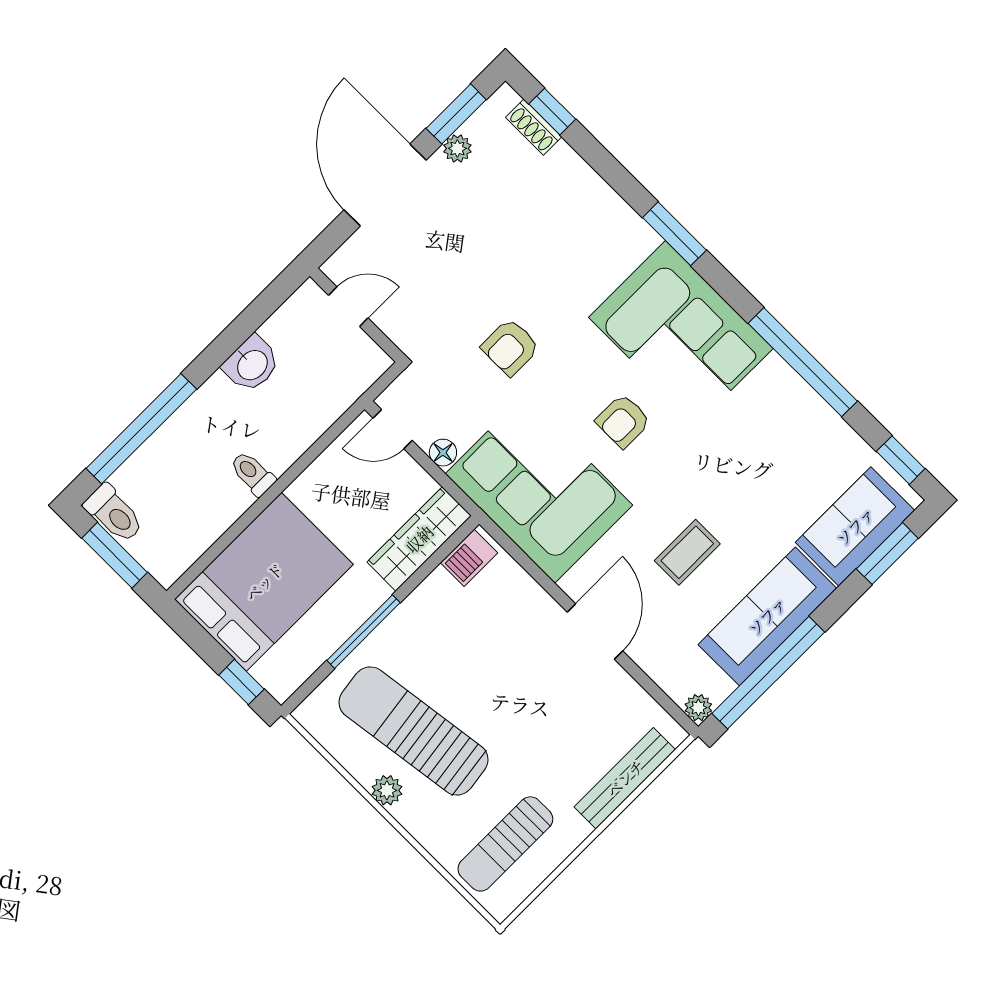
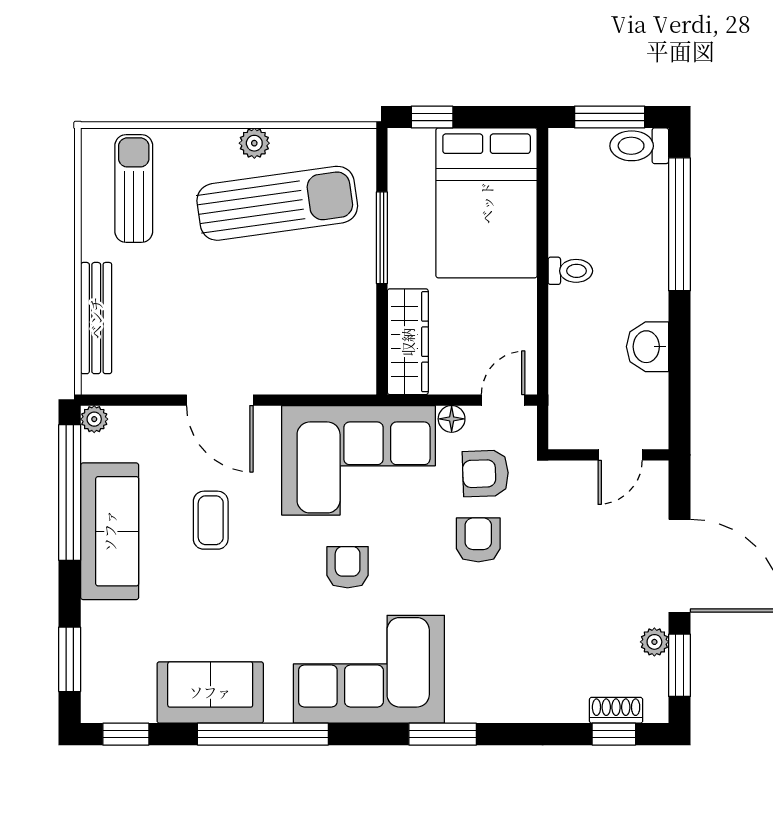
armchair: (458, 389) -> (486, 473), added
sofa: (855, 526) -> (210, 692), moved, turned -90
barbecue: (469, 558) -> (360, 363), removed

